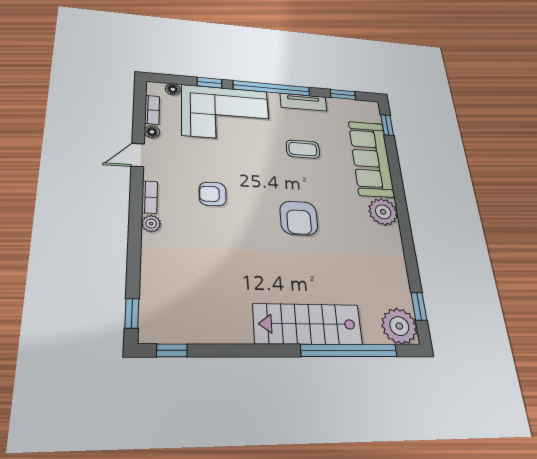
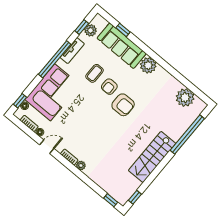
window: (210, 83) -> (20, 101), moved
plant: (350, 108) -> (91, 30), added
window: (387, 125) -> (123, 30), moved
door: (138, 155) -> (47, 147), swing flipped
armchair: (213, 194) -> (109, 87), moved
window: (419, 306) -> (195, 90), removed
stairs: (308, 324) -> (152, 157), moved
plant: (399, 326) -> (185, 98), moved

